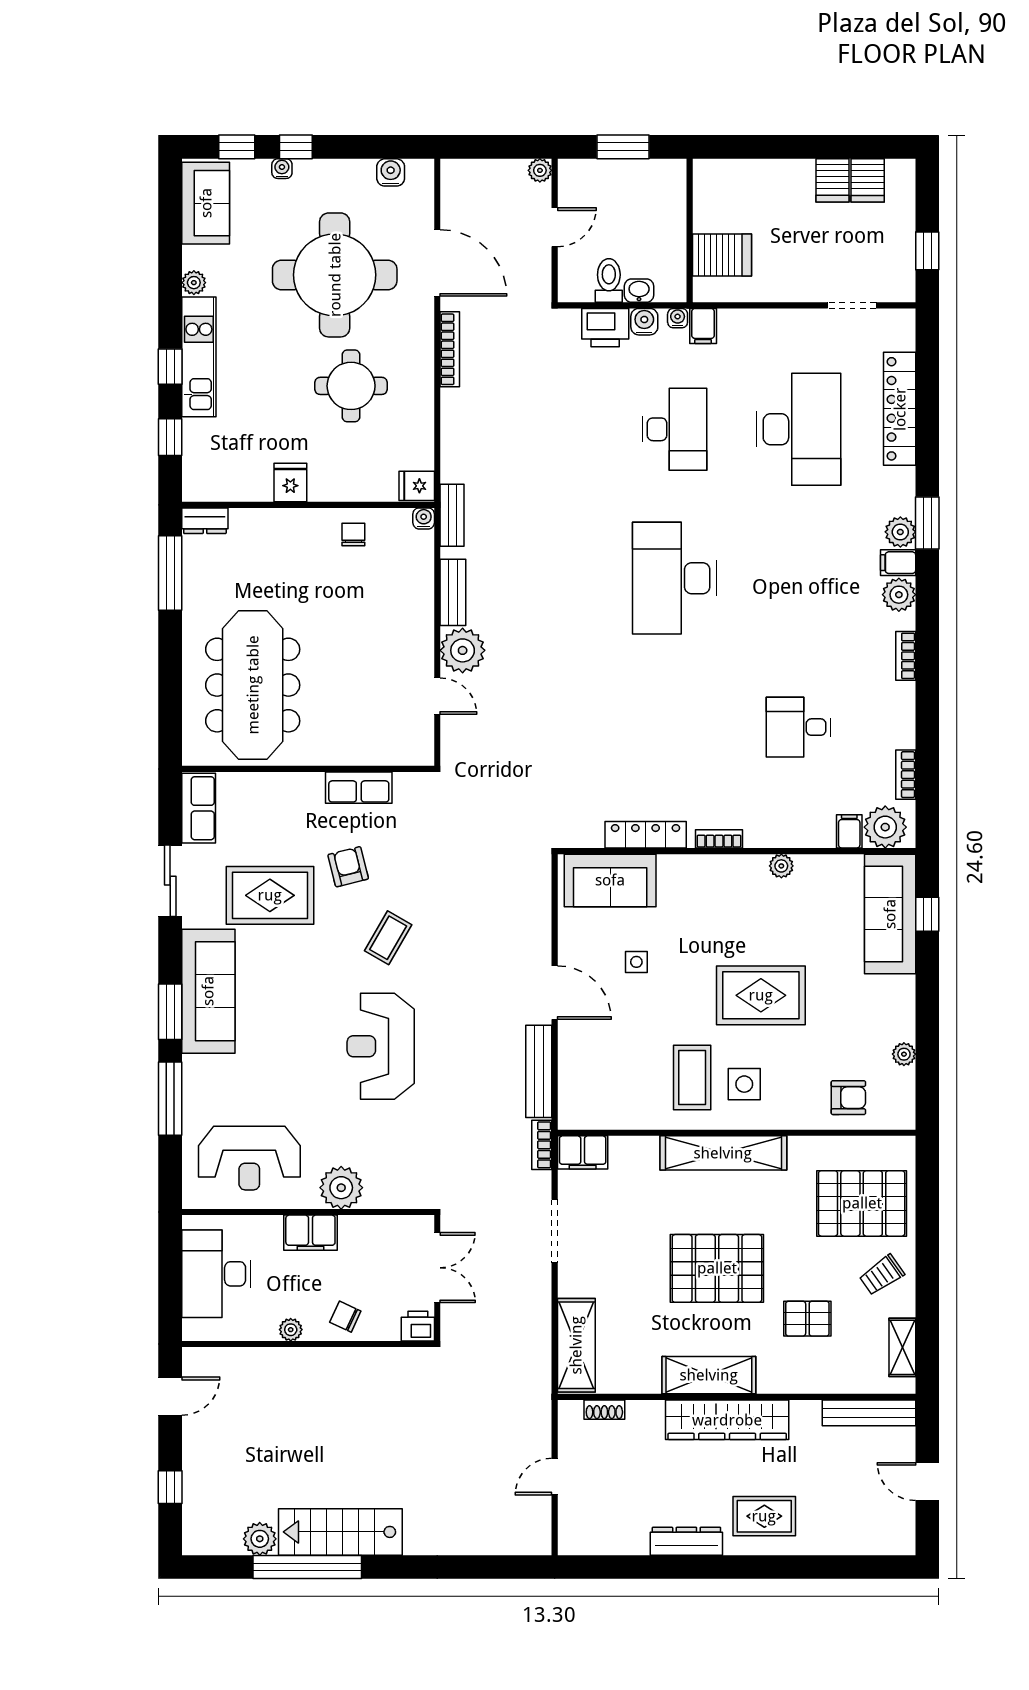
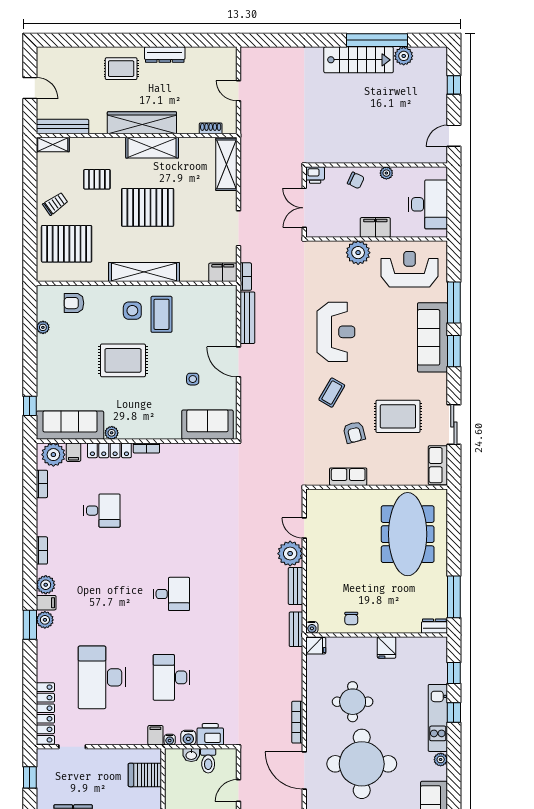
locker: (900, 409) -> (45, 713), moved
desk: (674, 578) -> (171, 594), width x0.53, depth x0.77
locker: (646, 835) -> (109, 450), moved
sofa: (890, 914) -> (70, 425), moved, turned -90
sofa: (208, 991) -> (432, 337), moved
shelving: (902, 1347) -> (53, 144), moved, turned 90
door: (555, 1477) -> (239, 91), swing flipped

